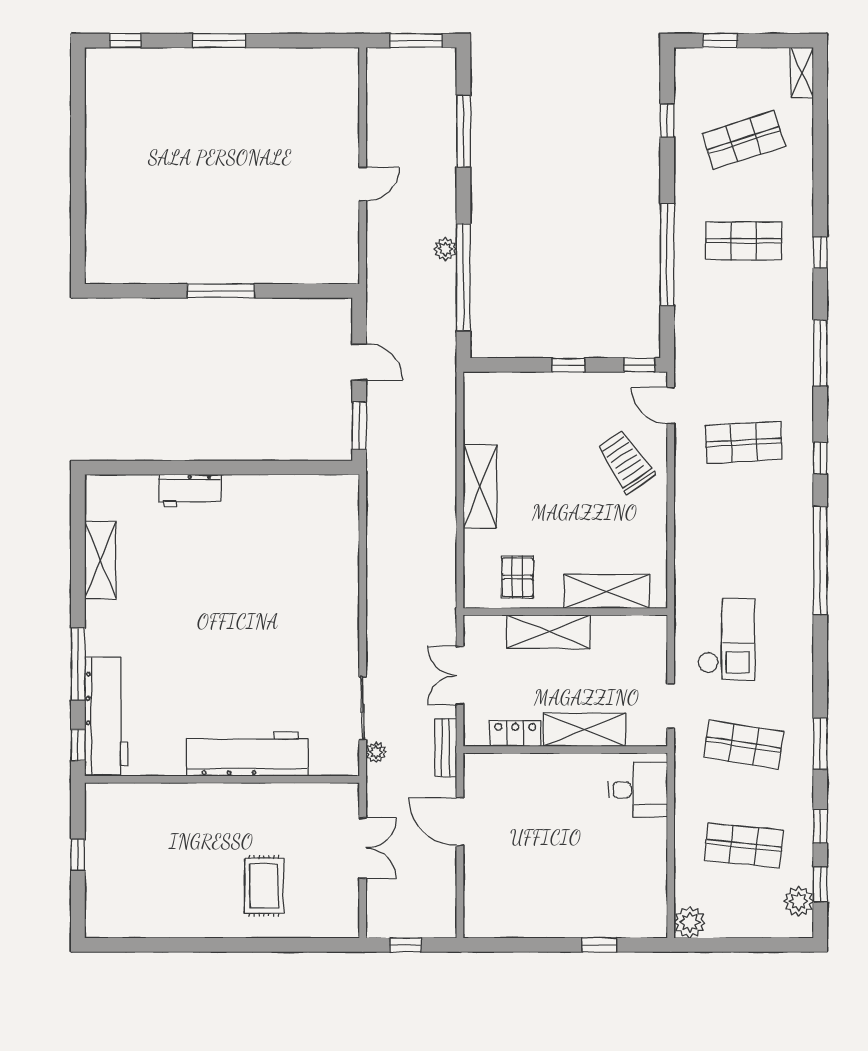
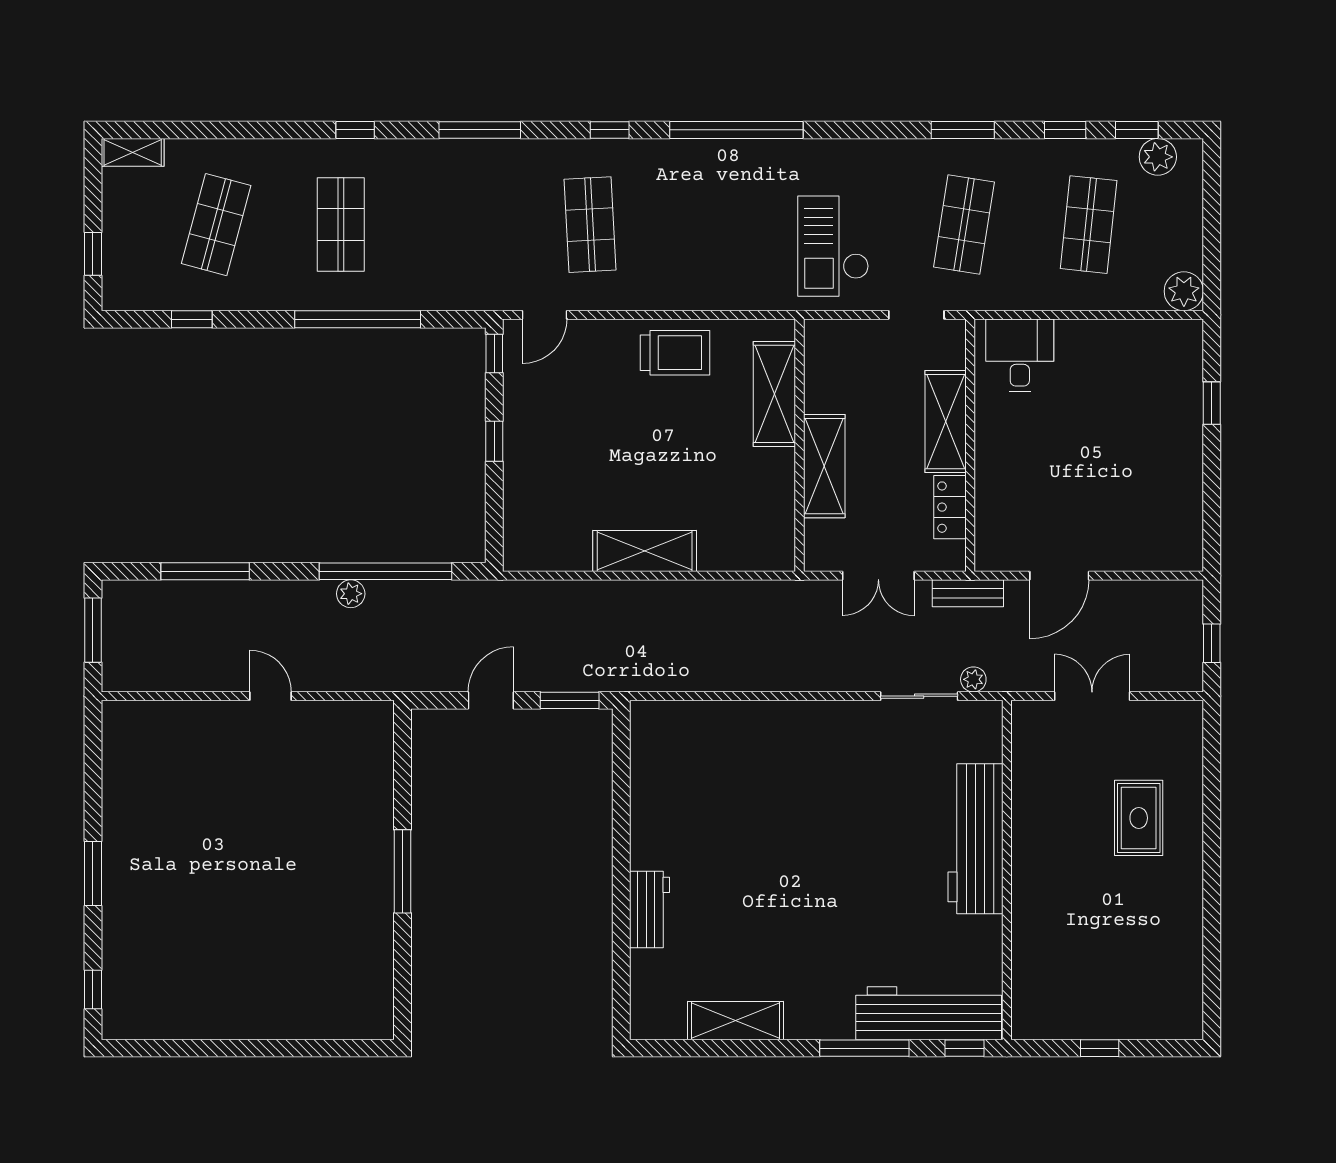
shop shelf: (744, 140) -> (216, 225), turned 33
trolley: (626, 462) -> (675, 353), moved, turned -146
pallet: (517, 577) -> (757, 504), removed
checkout: (726, 639) -> (833, 246), turned -90
rug: (264, 886) -> (1139, 818), turned 90

